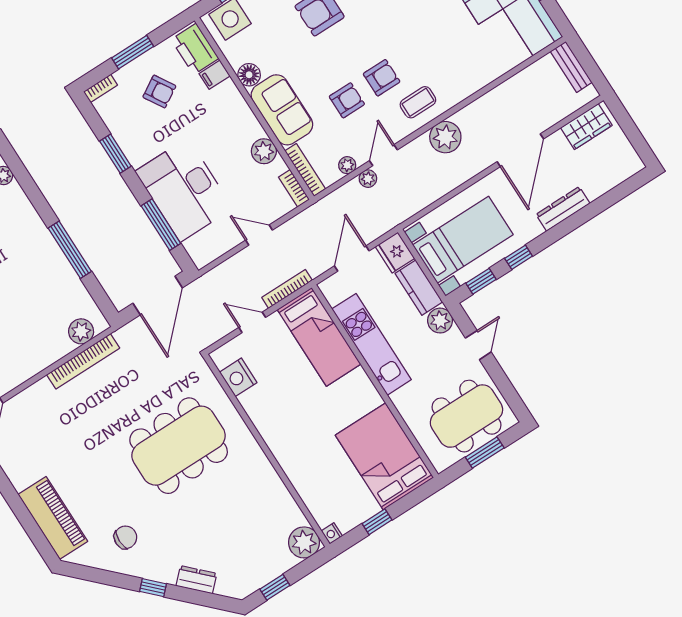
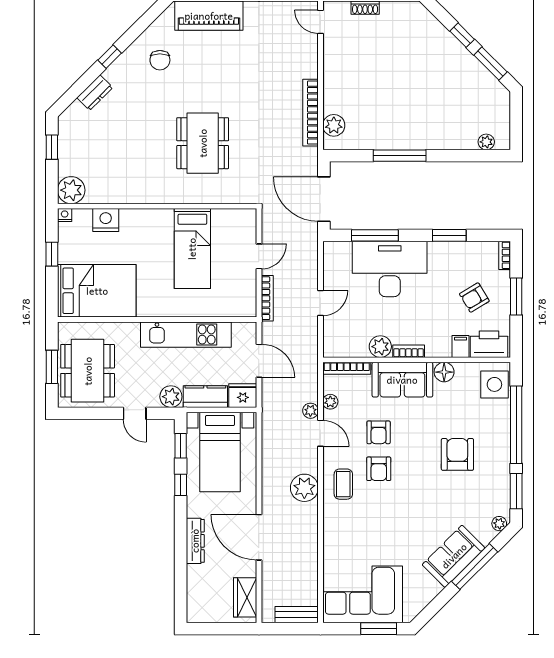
bookcase: (294, 188) -> (409, 351), moved
bed: (319, 337) -> (192, 249), moved, turned -90
nightstand: (238, 377) -> (106, 220), moved
dining table: (179, 446) -> (203, 143), width x0.73, depth x0.80

